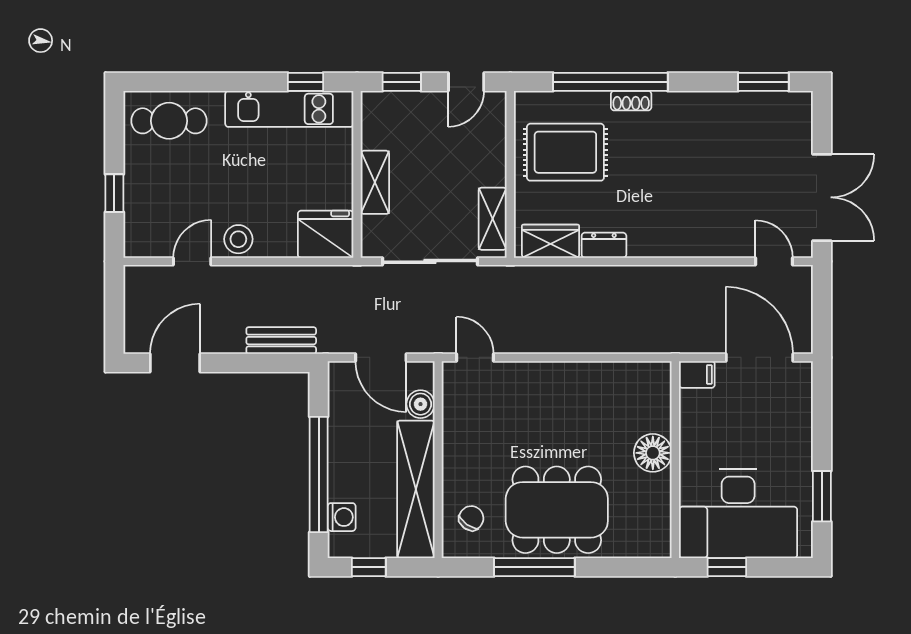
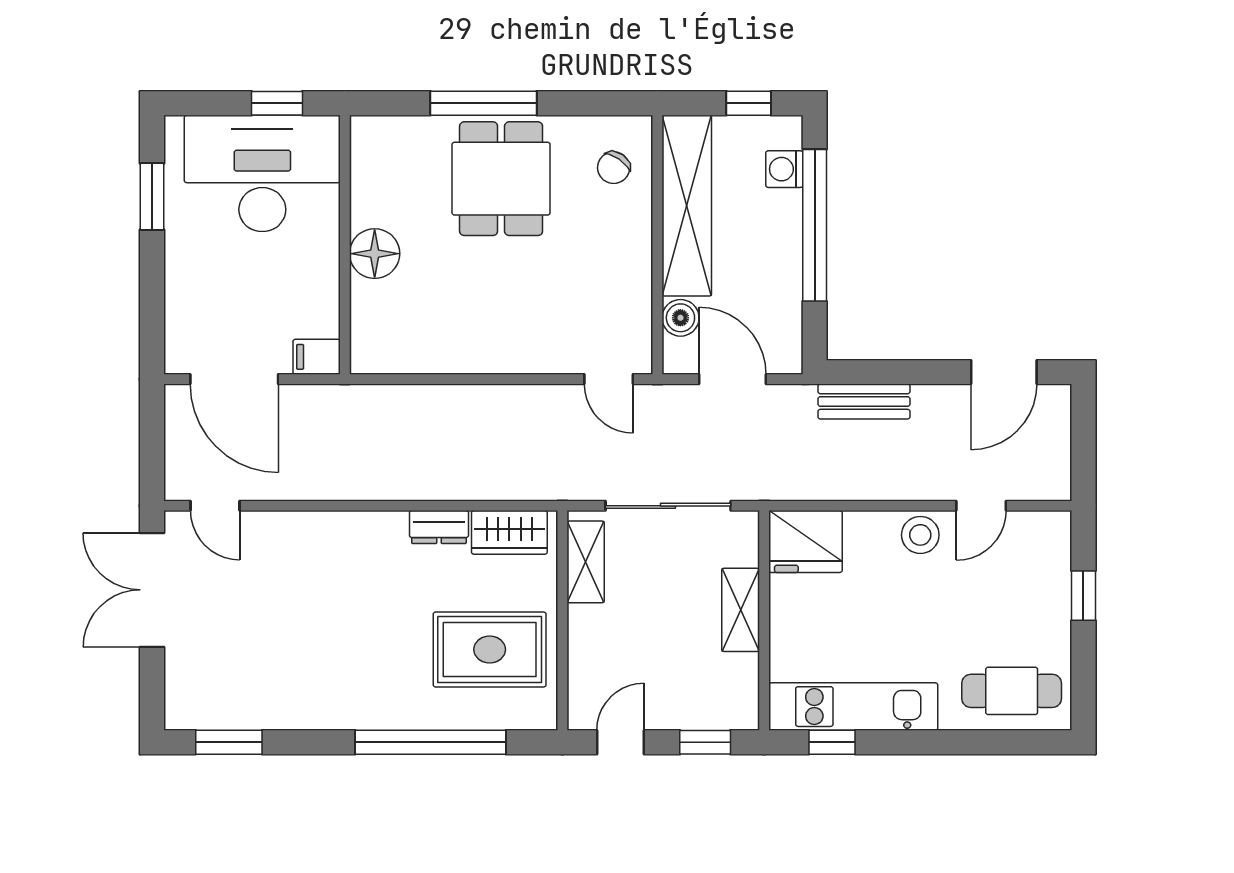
shoe rack: (631, 101) -> (403, 717), removed
dining table: (557, 510) -> (501, 179), width x0.73
window: (534, 567) -> (483, 103), moved

